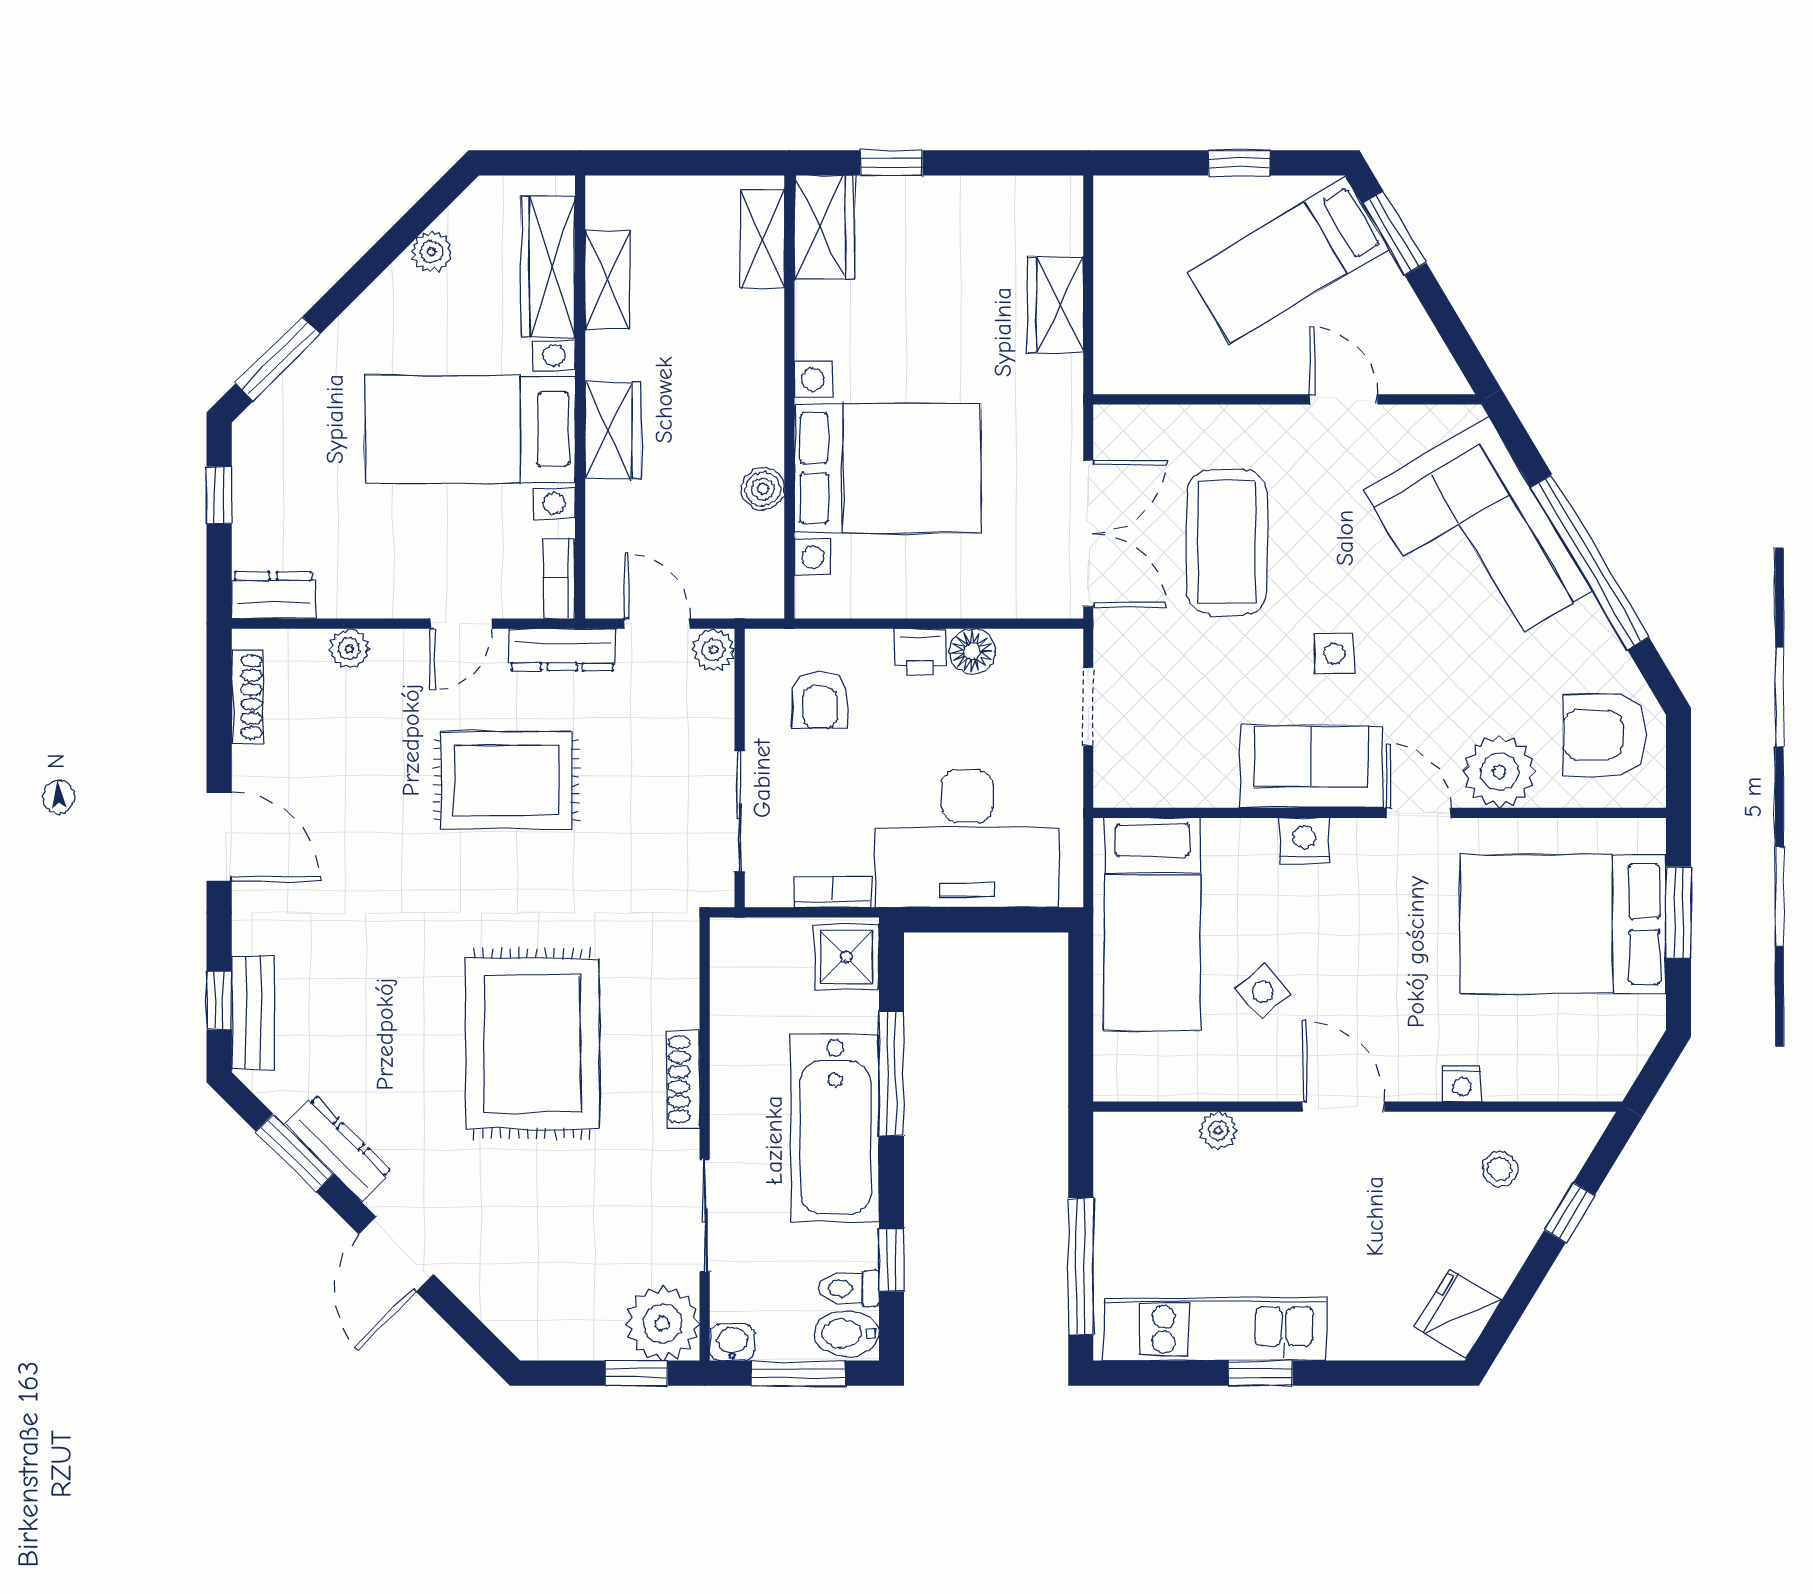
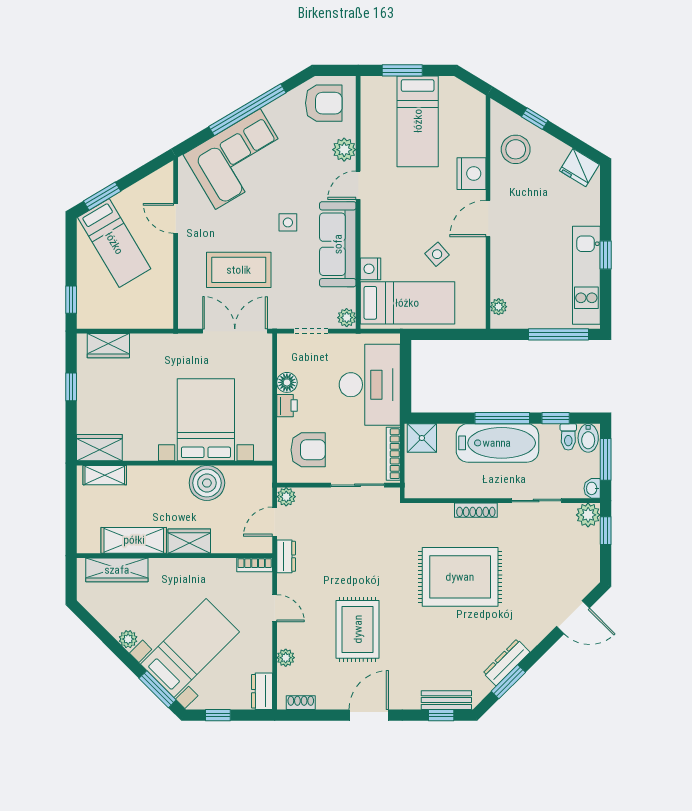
window: (891, 163) -> (71, 387), moved
window: (1239, 163) -> (71, 300), moved
plant: (432, 252) -> (128, 639), moved
shelving: (607, 280) -> (134, 540), width x1.50, depth x1.33
wardrobe: (1056, 304) -> (108, 346), moved
door: (1344, 399) -> (176, 218), hinge flipped
bed with nightstands: (470, 429) -> (190, 648), moved, turned -135
boiler: (763, 489) -> (207, 483), width x1.86, depth x1.86
dresser: (562, 650) -> (286, 556), width x0.70
shoe rack: (247, 697) -> (301, 703), width x0.70
armchair: (820, 700) -> (308, 450), width x1.38, depth x1.38
armchair: (1604, 735) -> (324, 103), turned -90
sofa: (1311, 767) -> (338, 244), width x1.36
plant: (1499, 772) -> (344, 150), width x0.73, depth x0.73
rug: (506, 780) -> (358, 629), moved
plant: (1119, 787) -> (347, 318), added
nightstand: (1304, 841) -> (371, 269), moved
bookcase: (833, 892) -> (393, 454), width x1.56
bed: (1563, 924) -> (418, 121), width x0.67
window: (892, 1074) -> (502, 418), moved
nightstand: (1462, 1084) -> (471, 174), width x1.89, depth x1.79
plant: (1218, 1131) -> (499, 307), moved
stool: (1500, 1169) -> (516, 149), width x1.89, depth x1.89
door: (396, 1254) -> (573, 617), moved
plant: (662, 1323) -> (588, 515), width x0.73, depth x0.73

